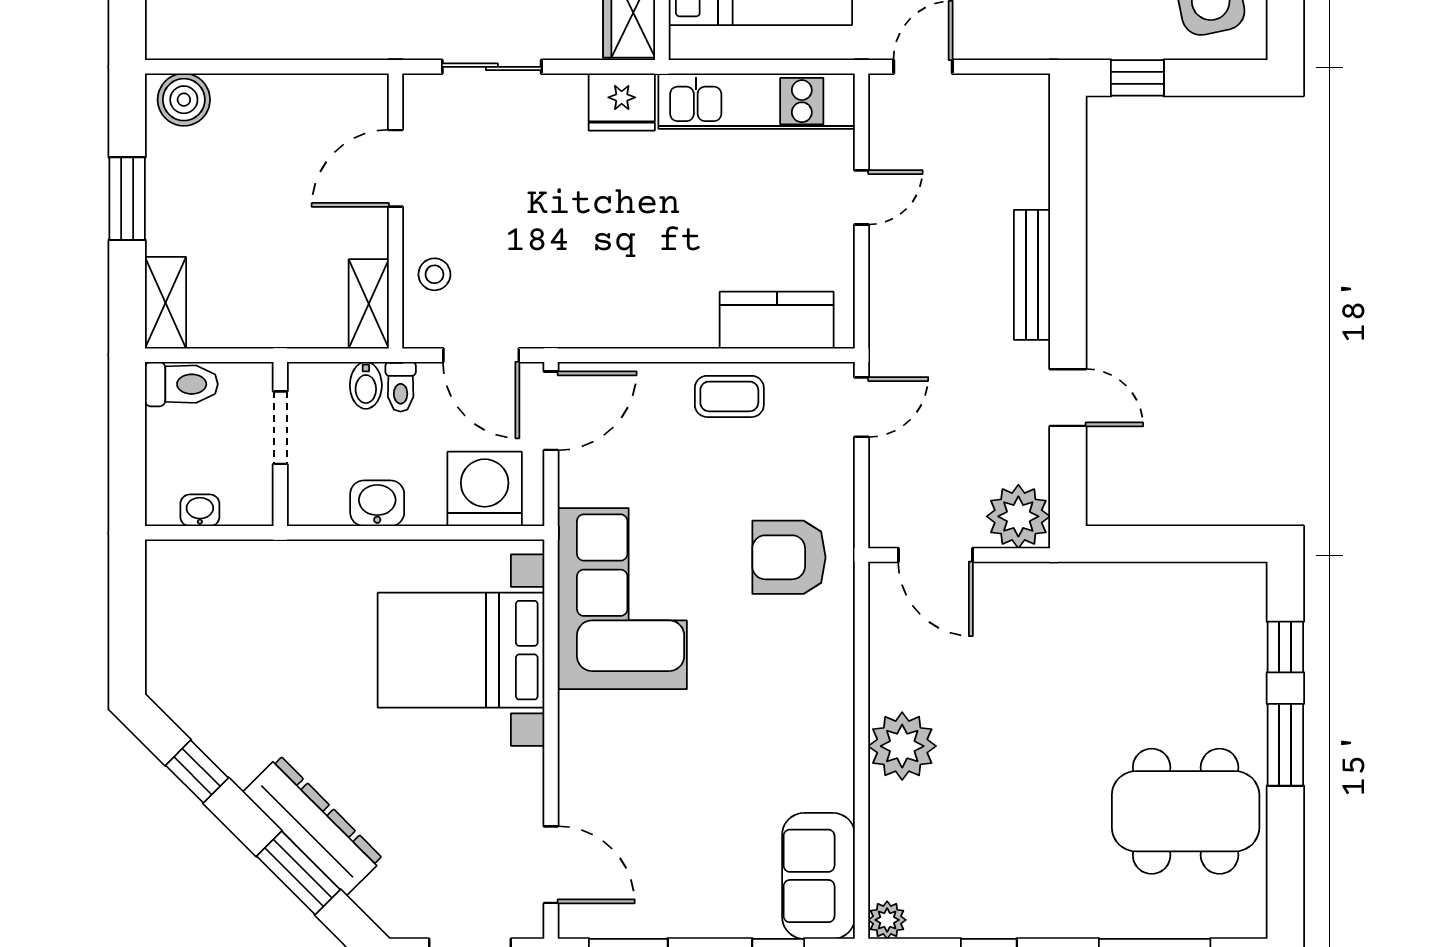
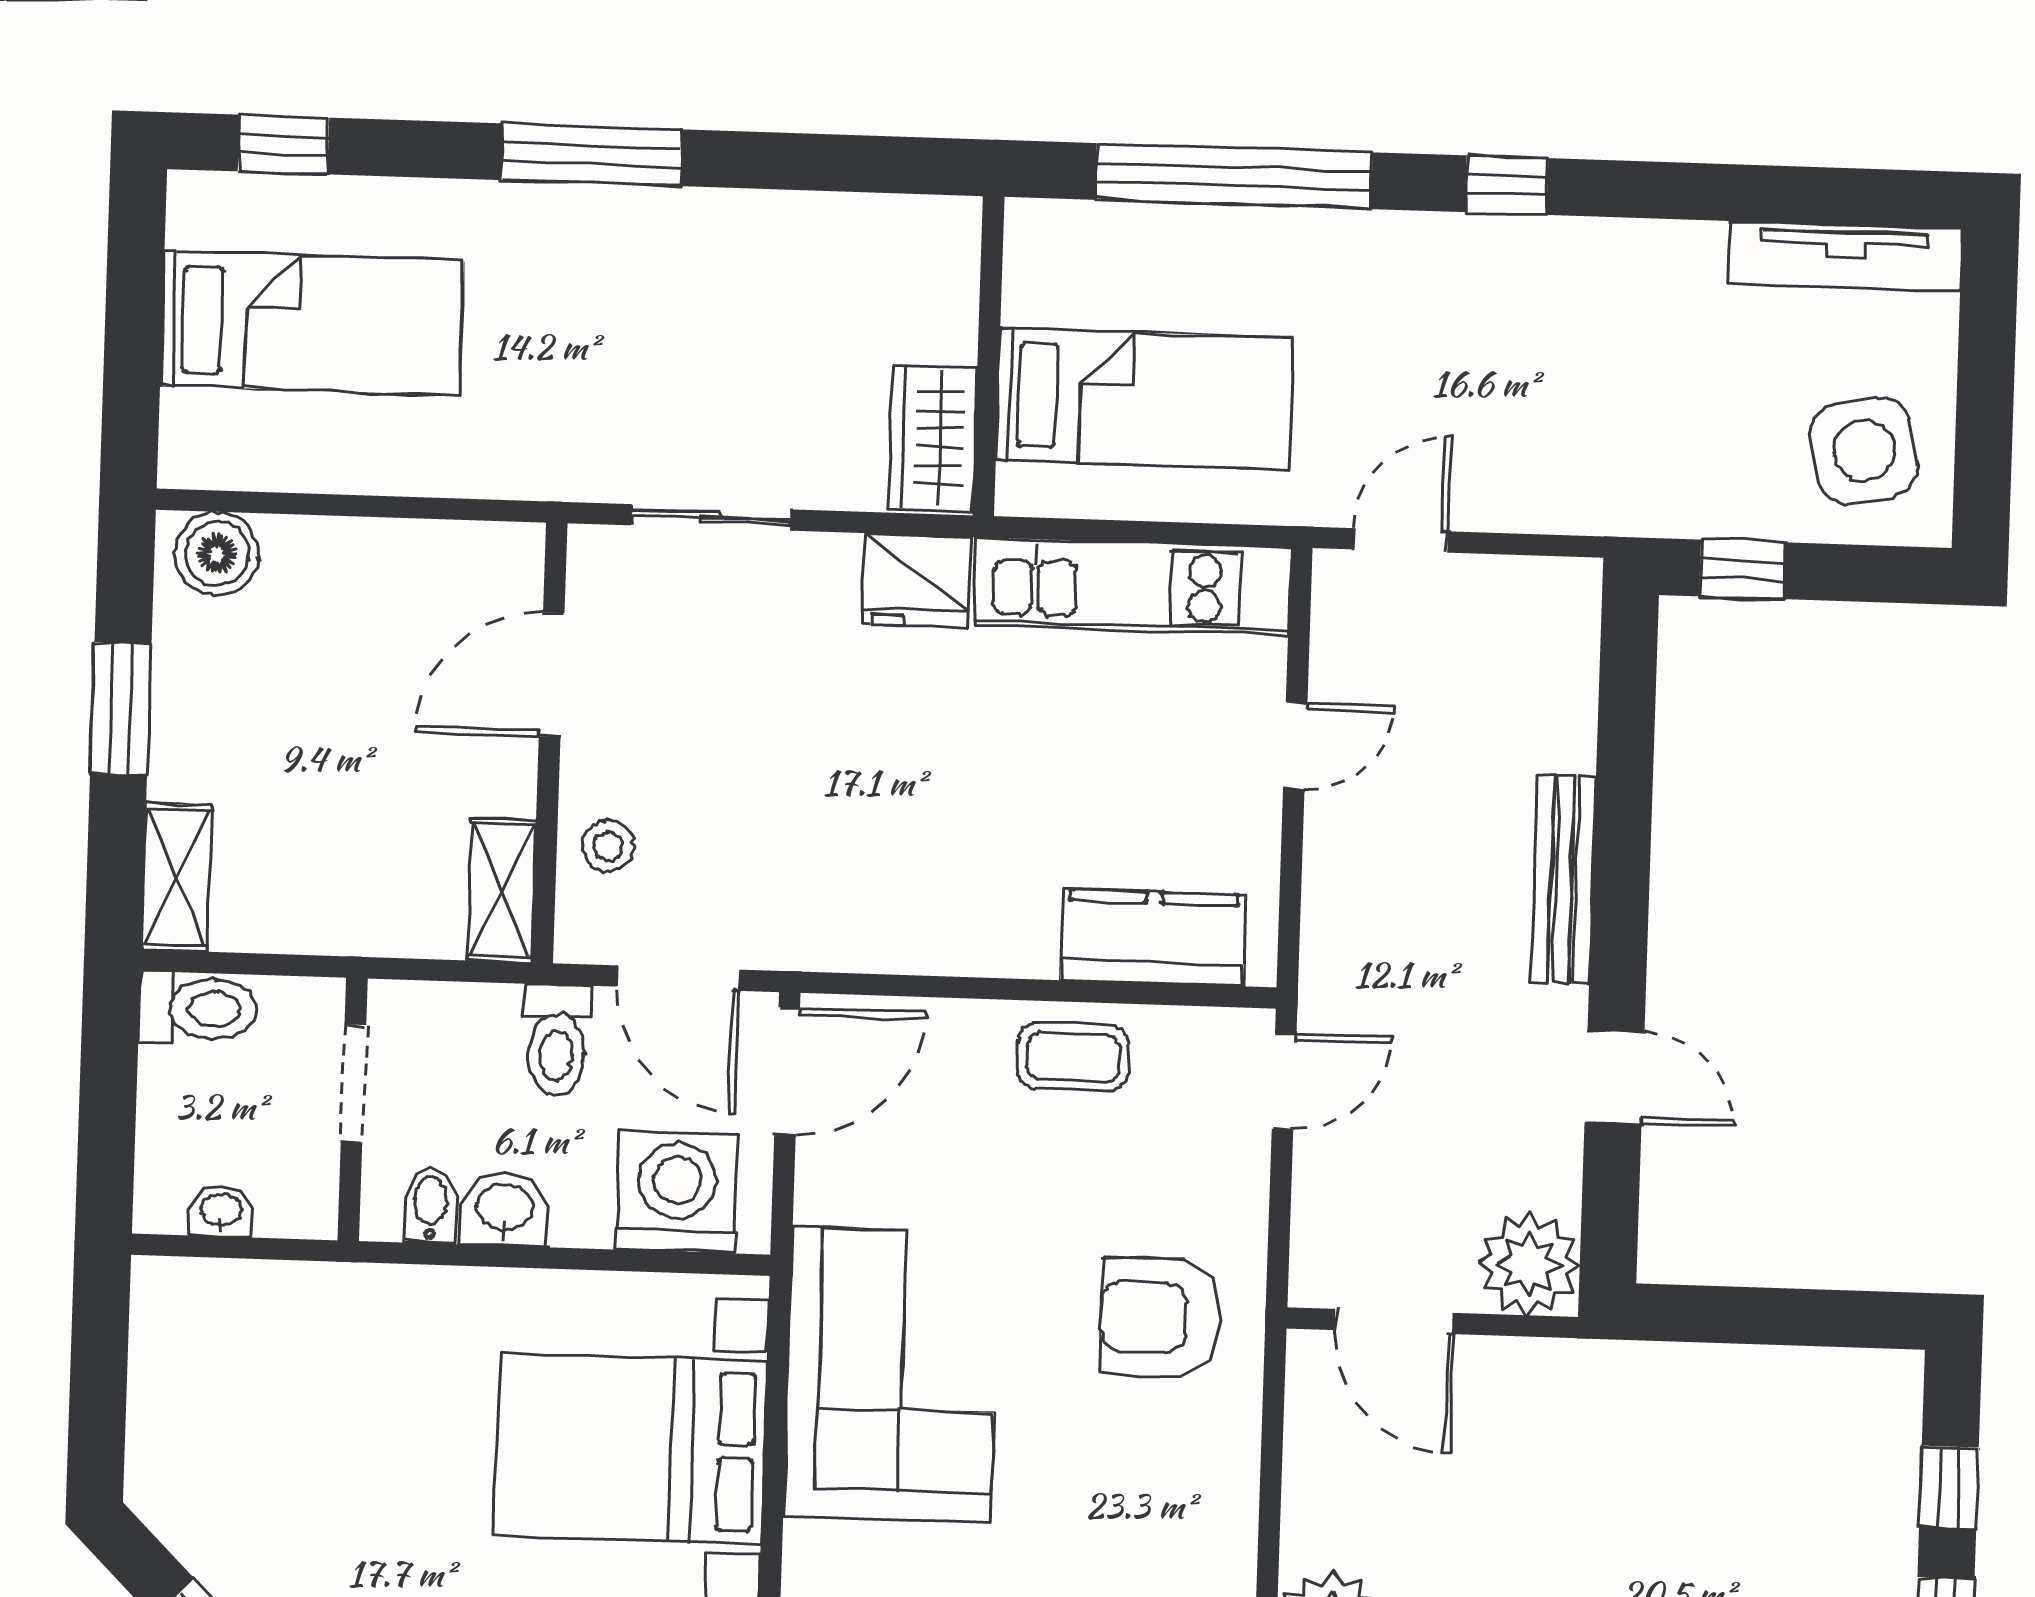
bidet: (366, 385) -> (430, 1206), moved, turned 180
toilet: (401, 387) -> (557, 1040), width x1.37, depth x1.39

